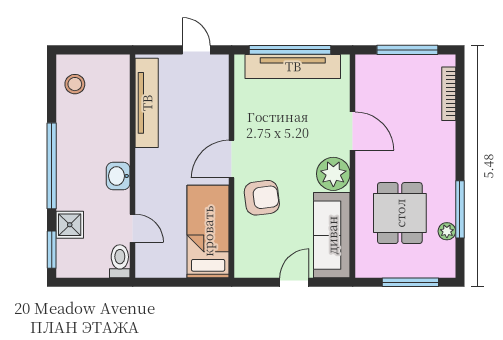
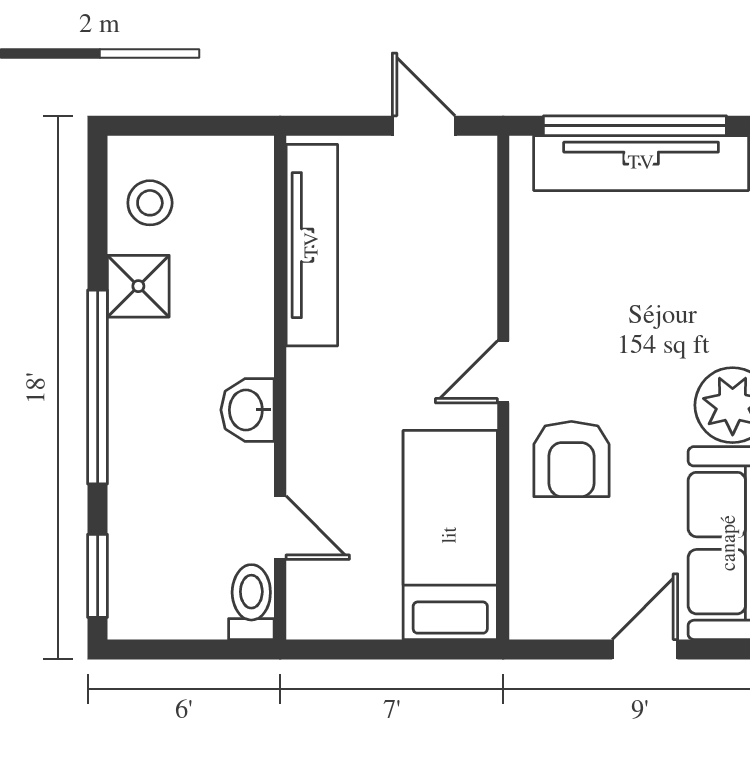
door: (232, 159) -> (503, 372), width x0.73
armchair: (262, 198) -> (571, 459), turned 97
shower: (70, 225) -> (138, 286), moved

